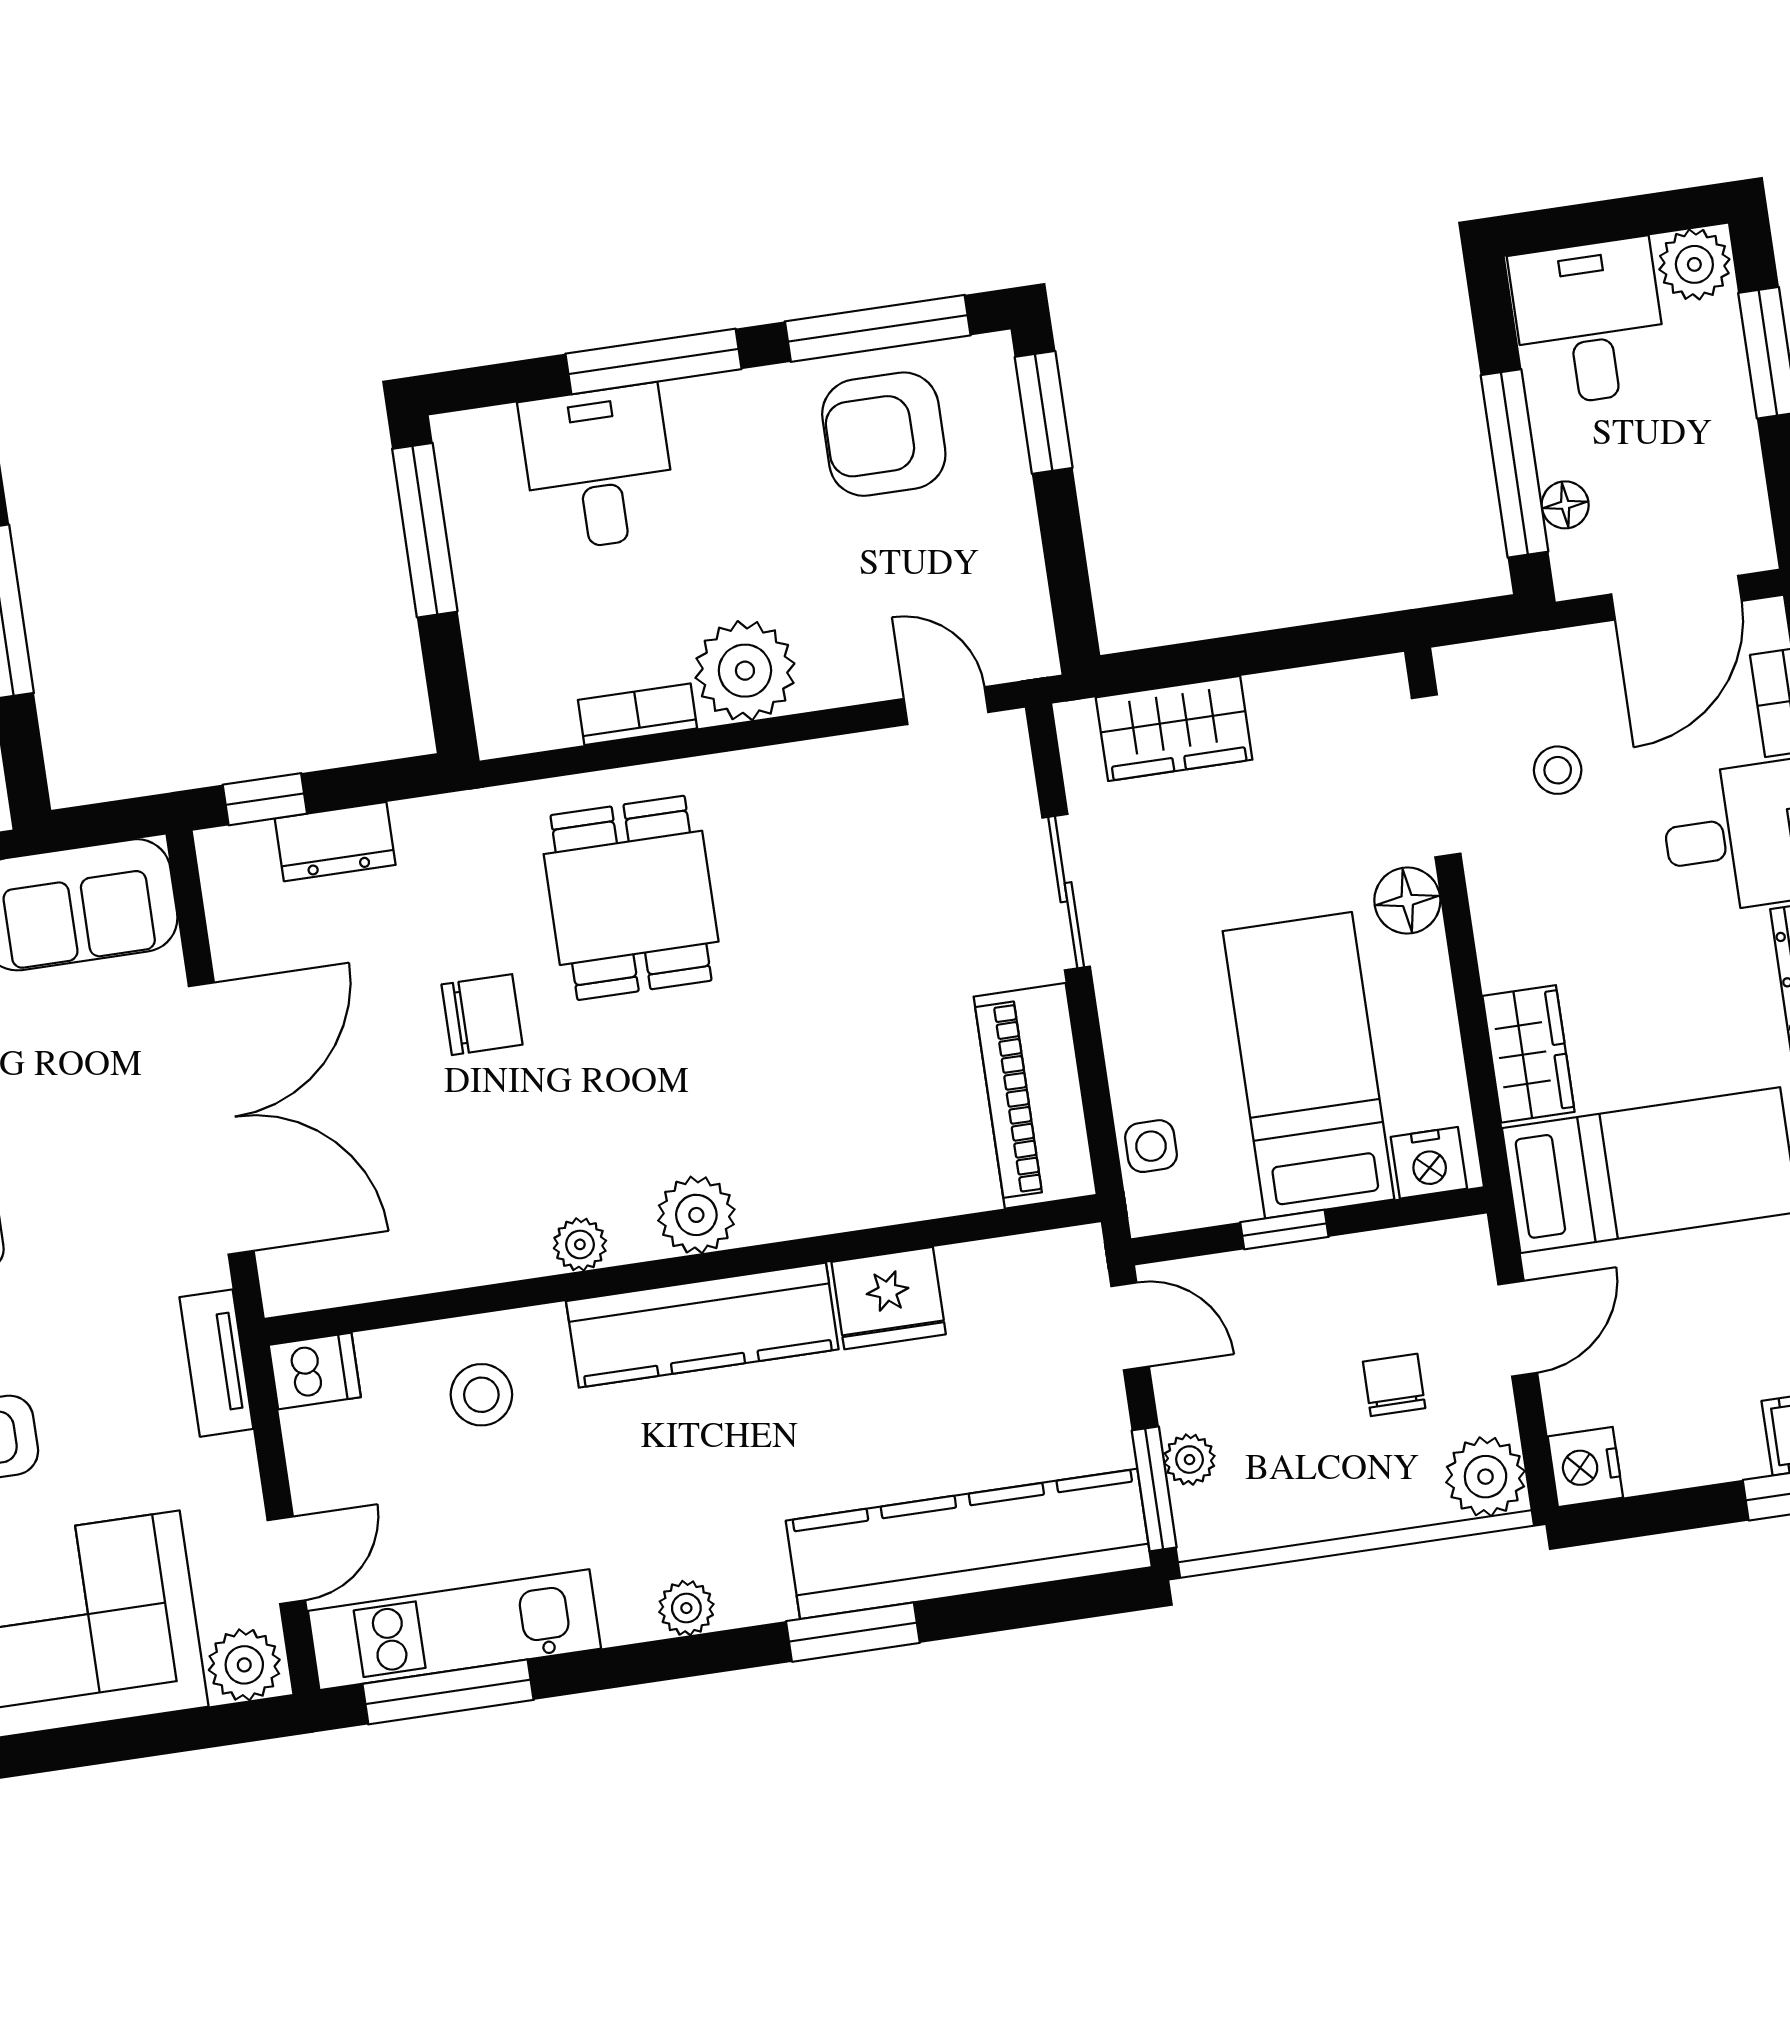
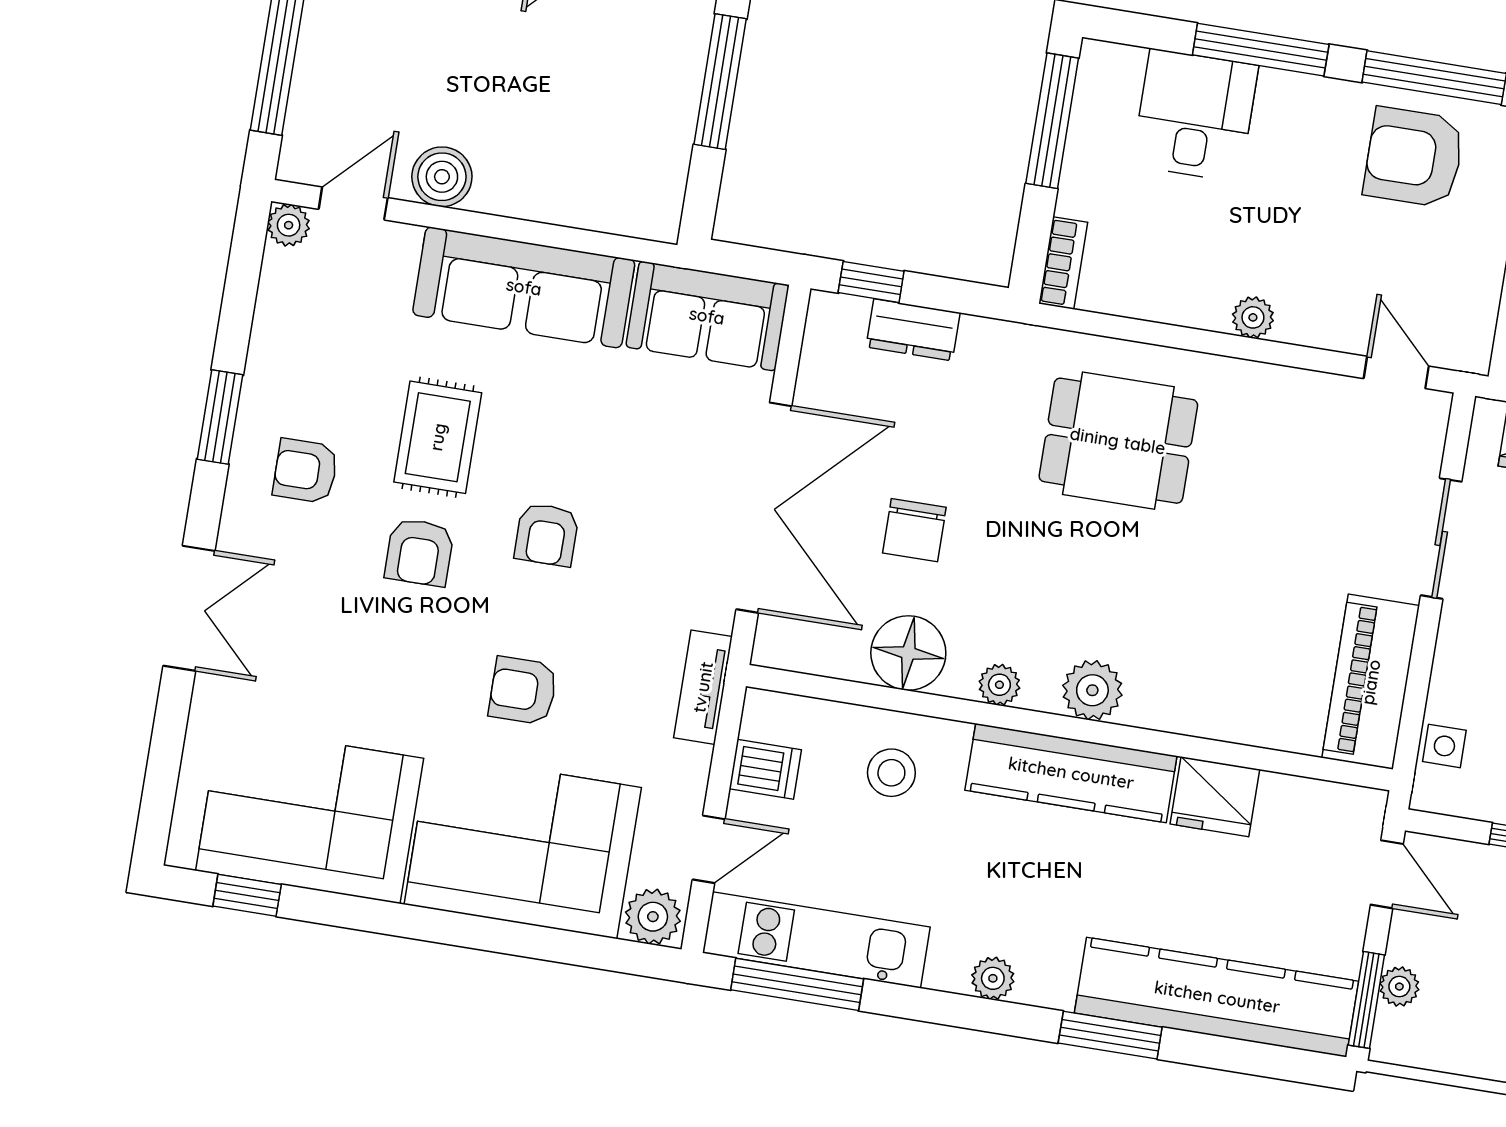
plant: (745, 671) -> (1253, 317), width x0.53, depth x0.53
bookcase: (638, 714) -> (1063, 263), moved, turned 90
dining table: (631, 898) -> (1118, 441), turned 90
chair: (482, 1015) -> (914, 530), moved, turned 90
floor lamp: (456, 1241) -> (908, 653), added
dishwasher: (315, 1371) -> (765, 769), moved

